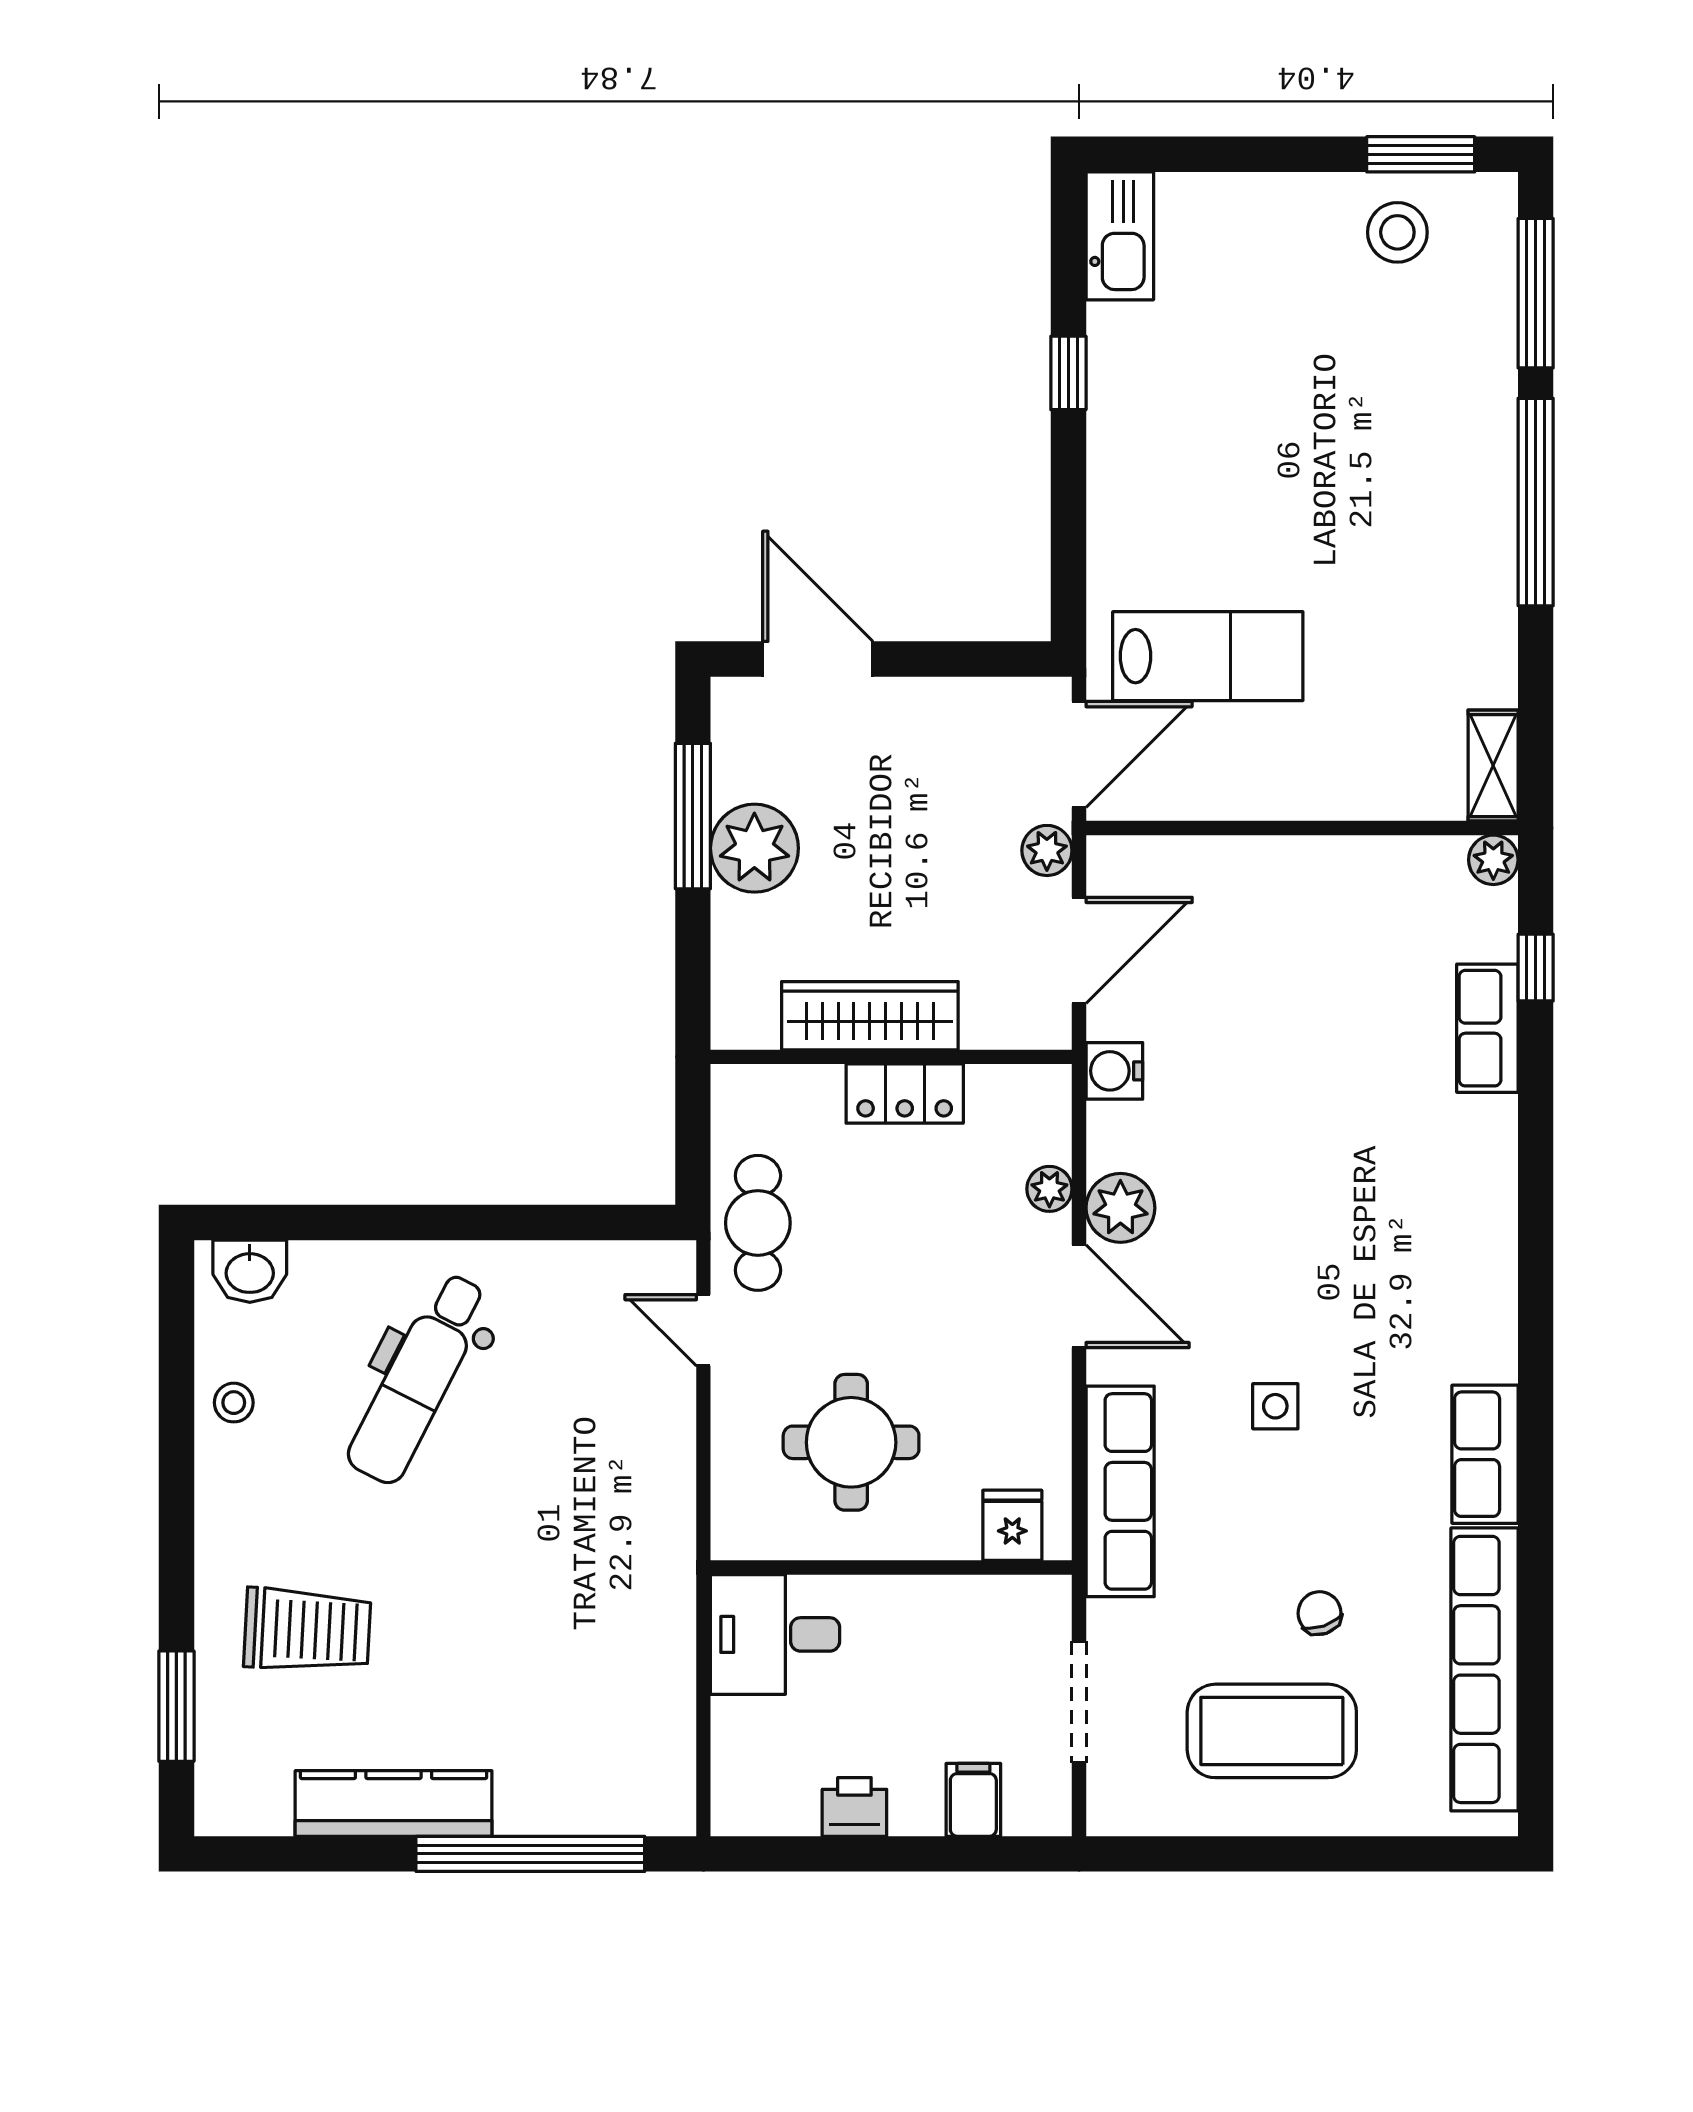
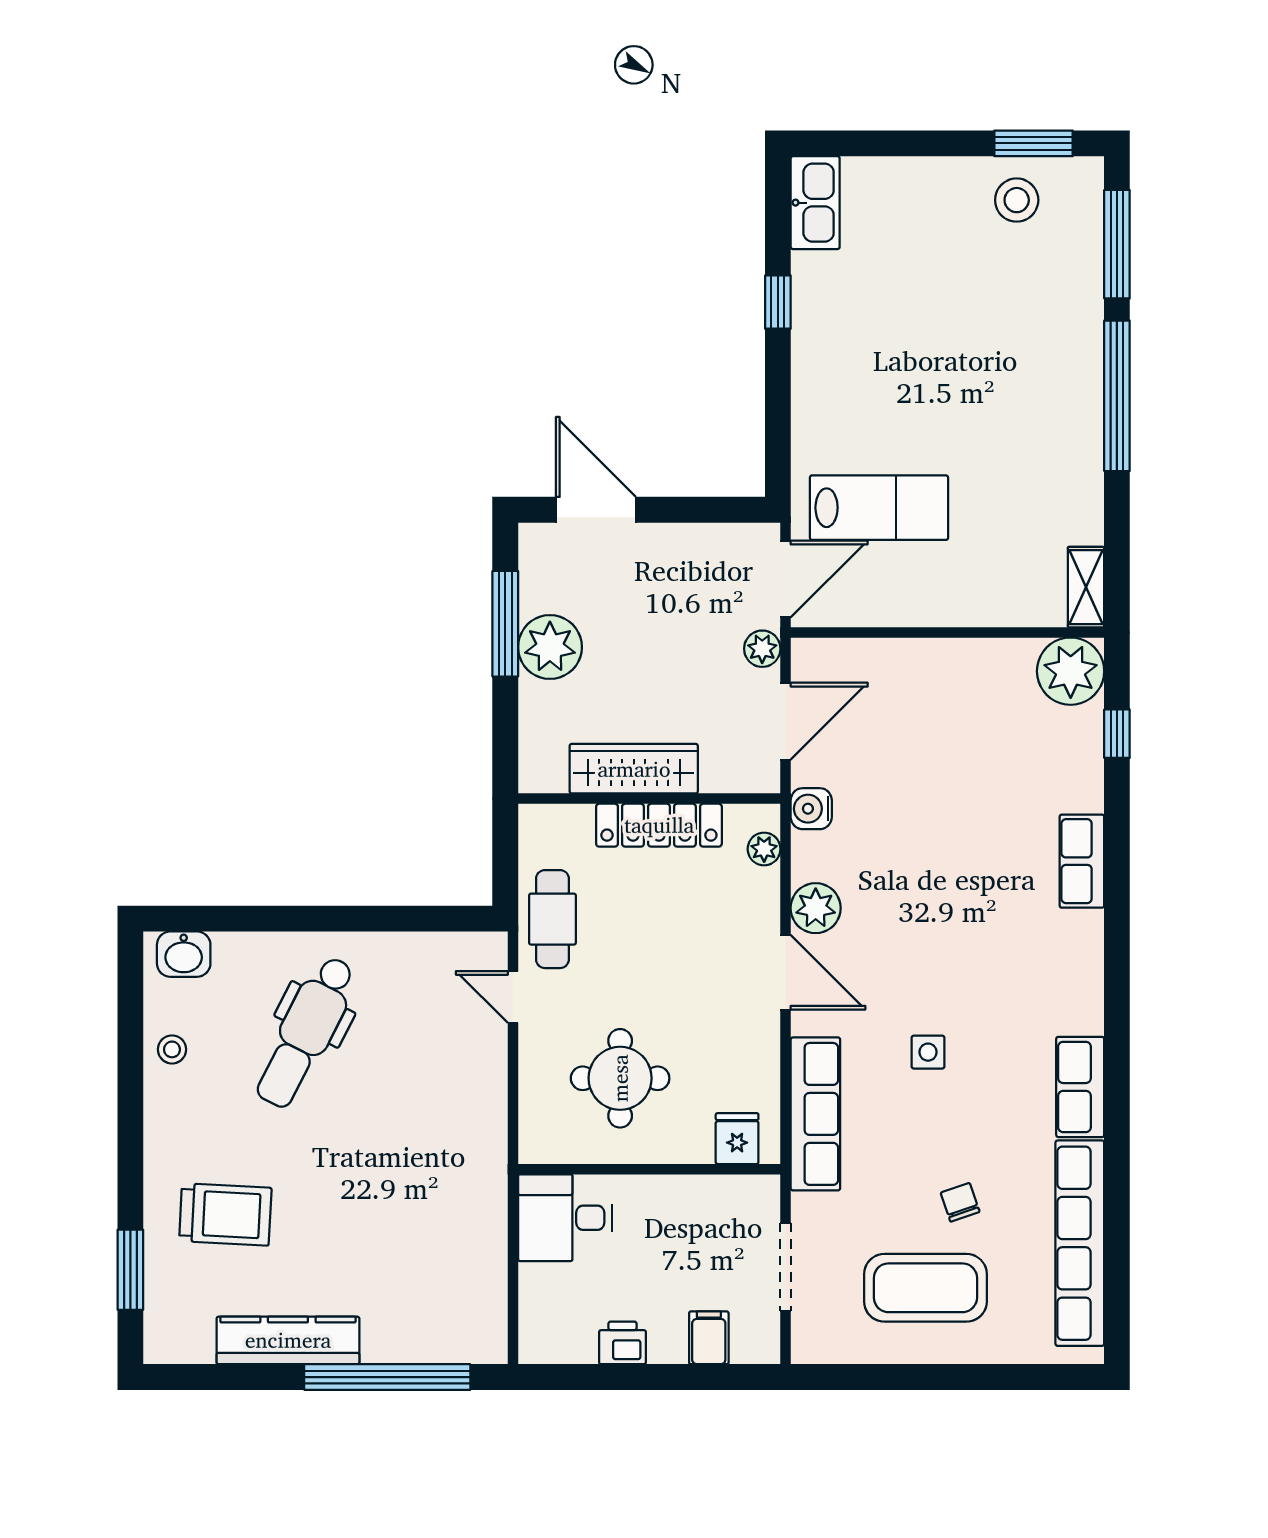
plant: (1493, 860) -> (1071, 671), width x1.88, depth x1.88
row of seats: (1487, 1028) -> (1082, 861), moved
locker: (905, 1094) -> (659, 825), width x1.53
plant: (1049, 1189) -> (764, 849), moved

